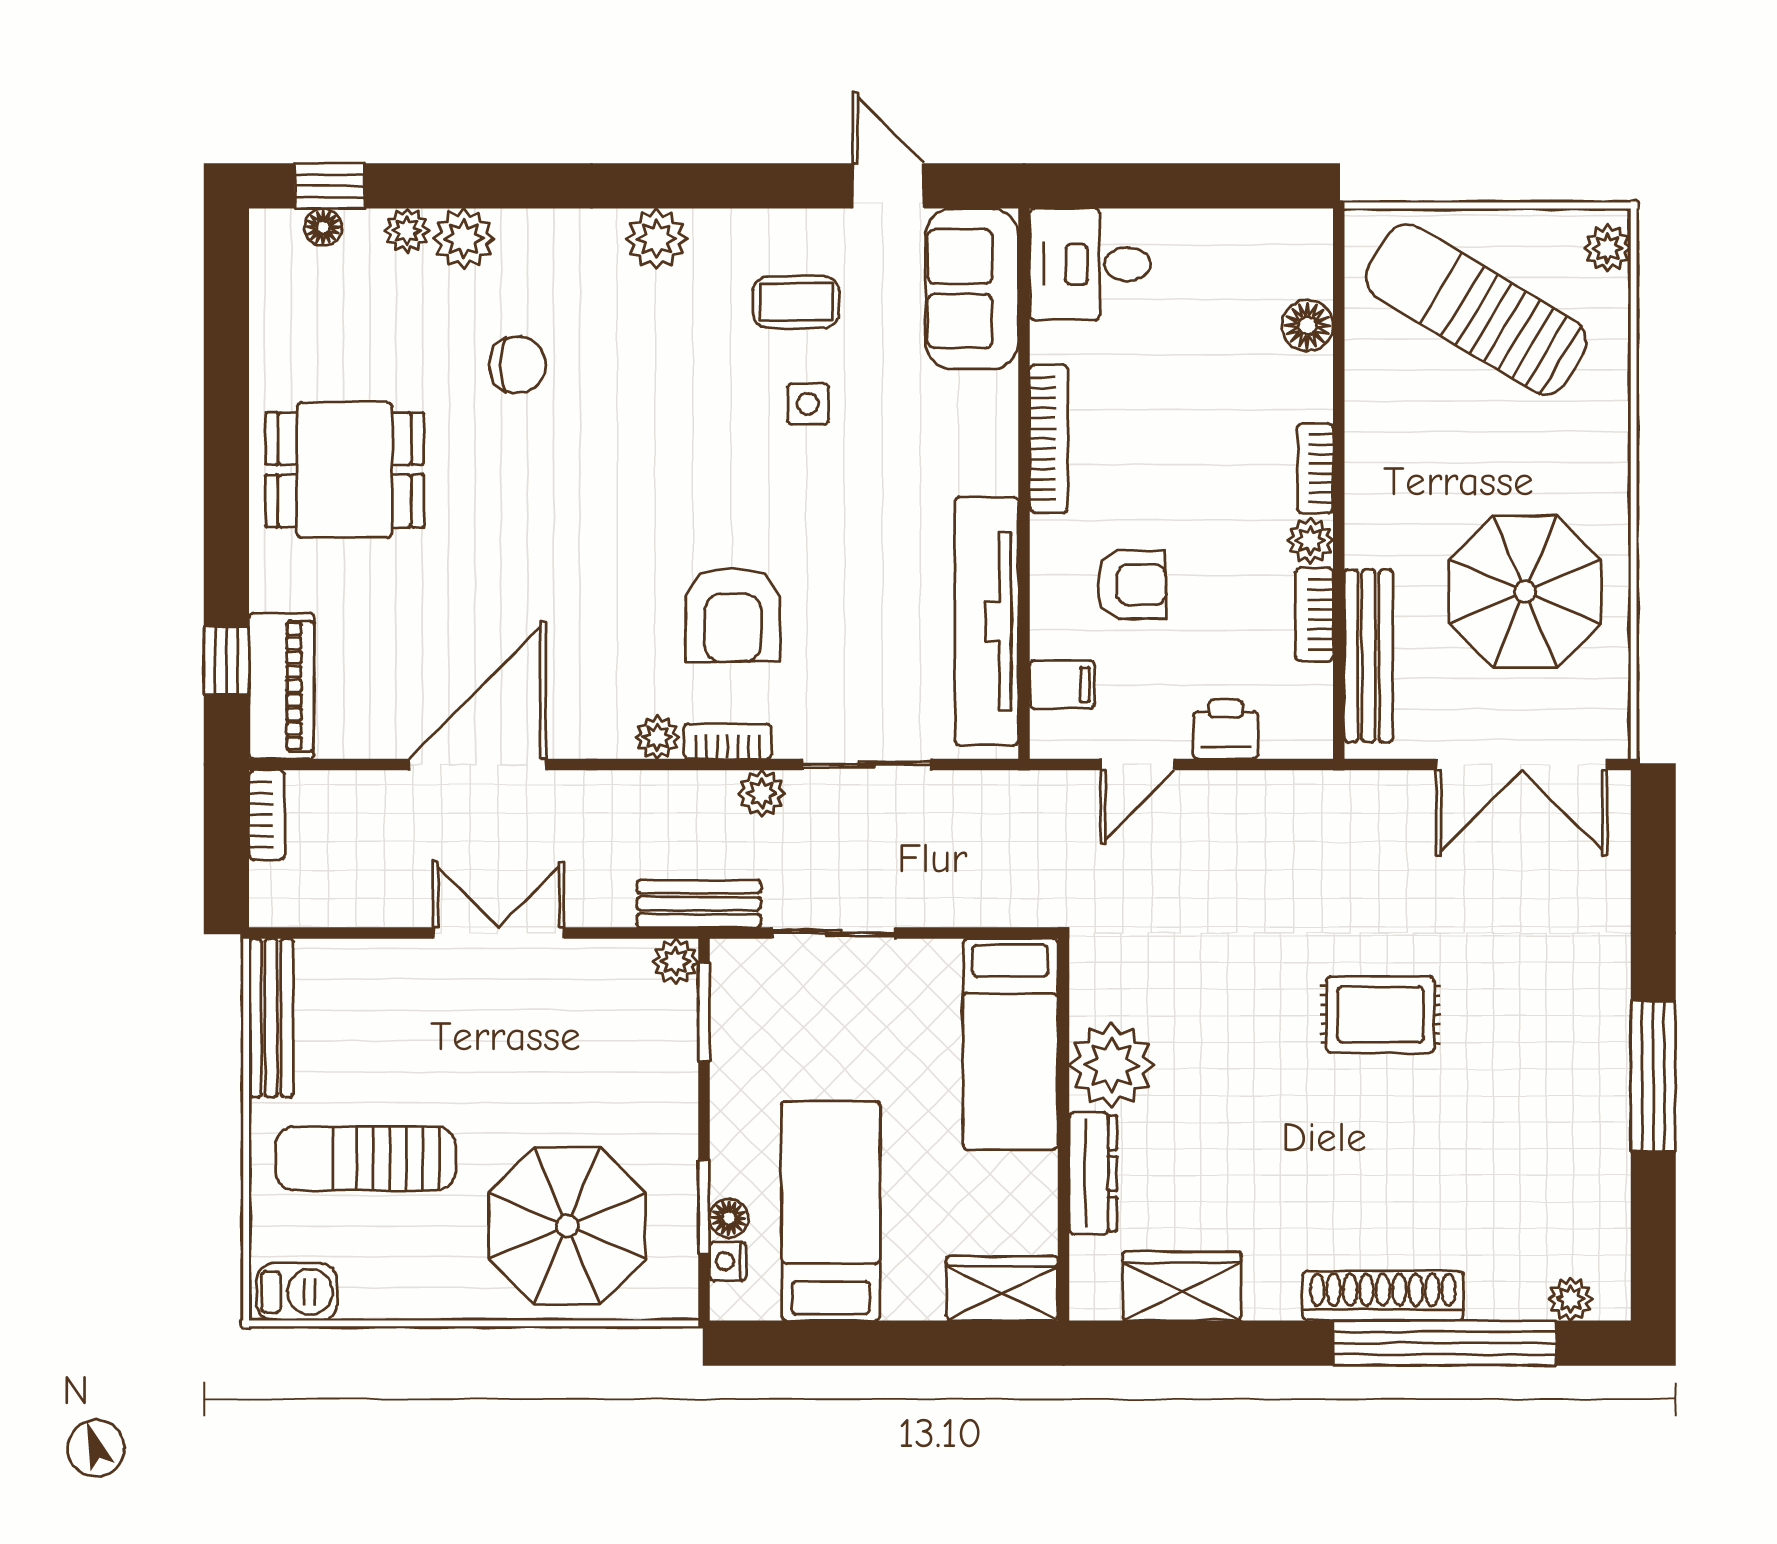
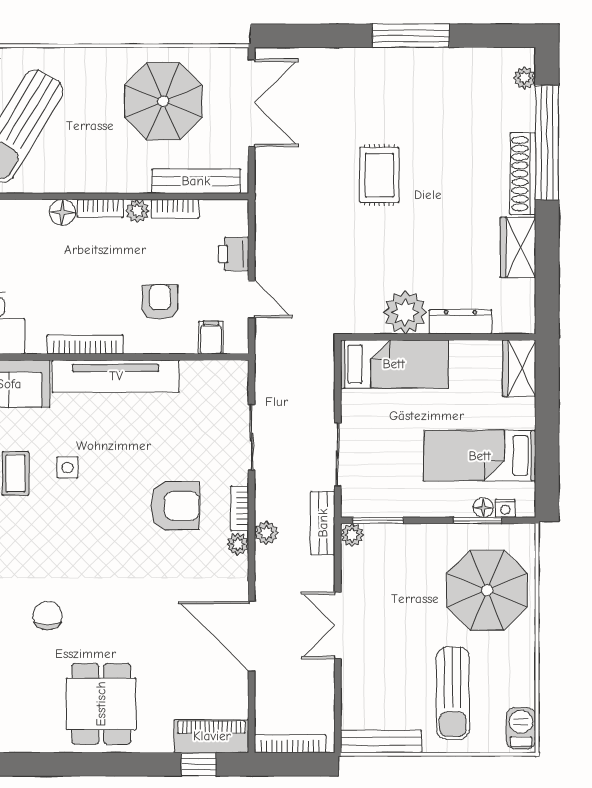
floor lamp: (1307, 326) -> (62, 212), moved
tv unit: (987, 621) -> (116, 376), moved
plant: (762, 793) -> (266, 533), moved
bookcase: (267, 815) -> (290, 744), width x1.56
wardrobe: (1182, 1286) -> (518, 247), moved

